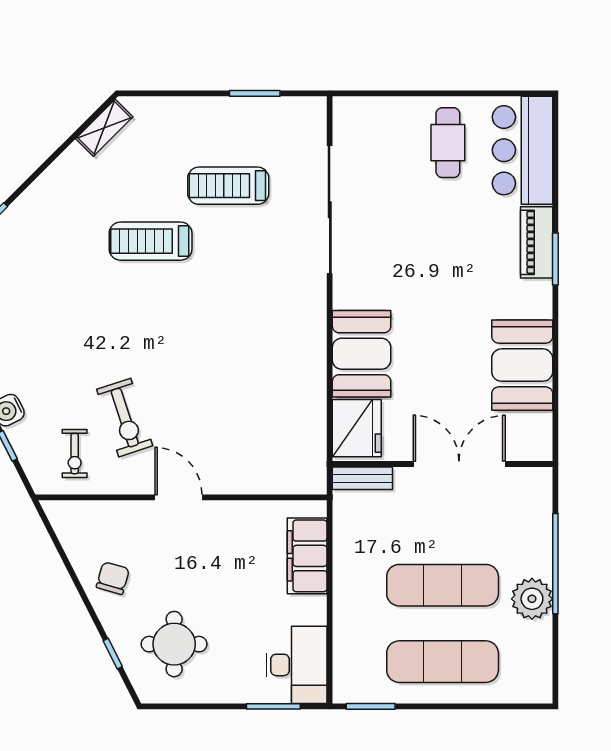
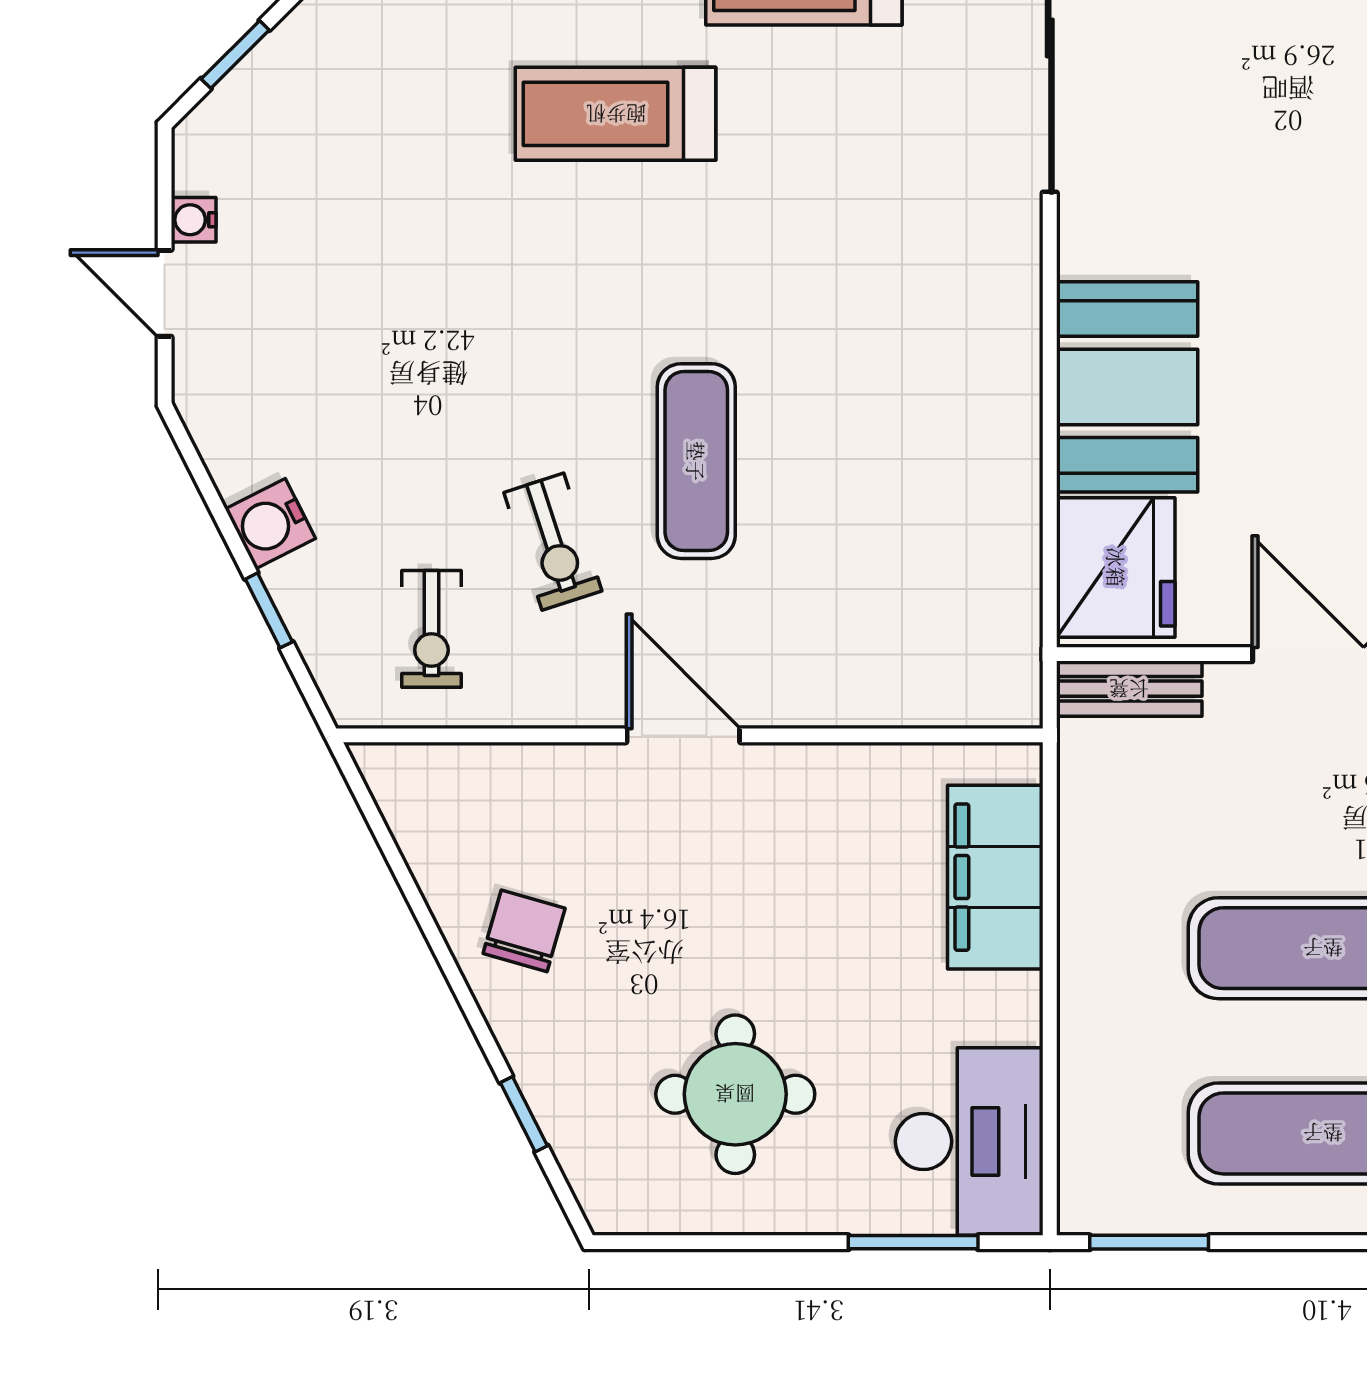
exercise mat: (184, 384) -> (696, 461), added
exercise bike: (125, 418) -> (553, 542), width x0.73, depth x0.72
round table: (174, 644) -> (735, 1094), moved

